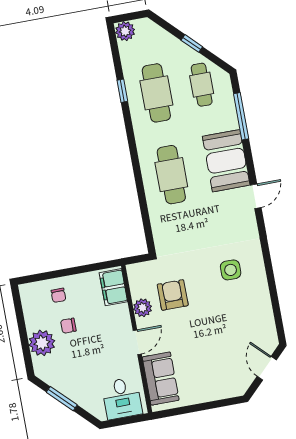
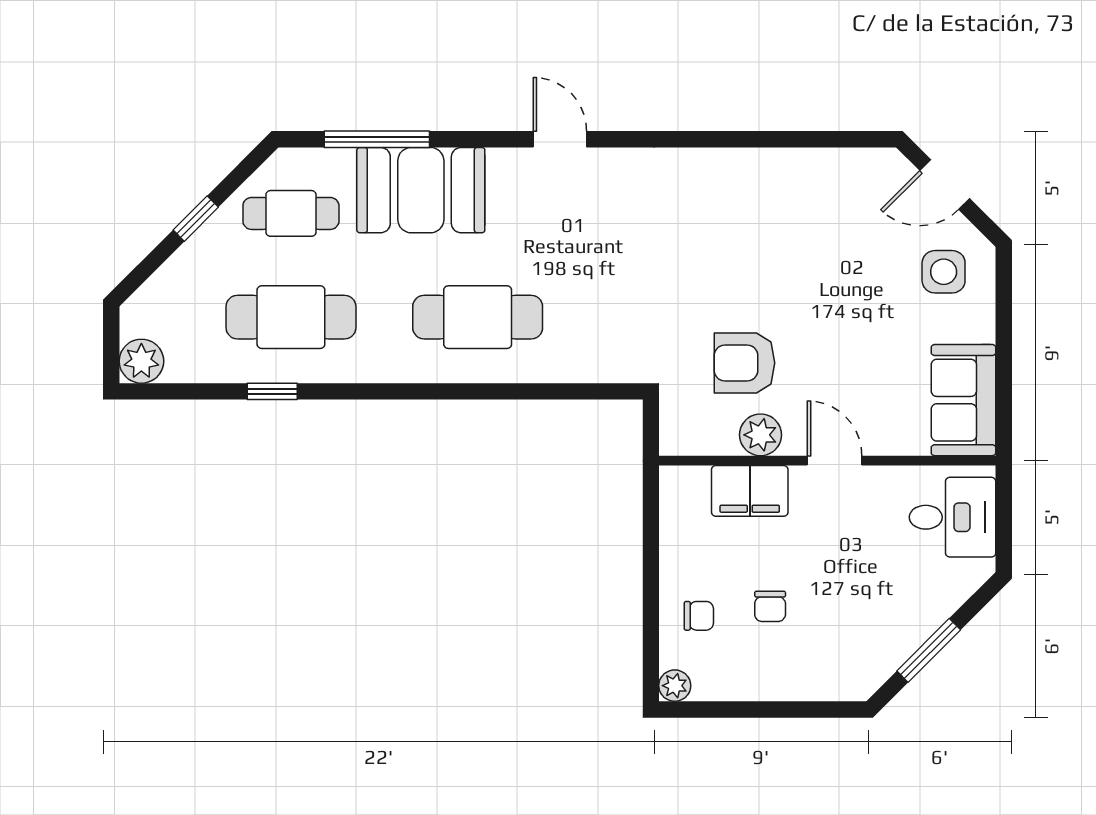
booth: (226, 161) -> (421, 190), moved
side table: (231, 270) -> (944, 272), moved
filing cabinet: (113, 287) -> (750, 491), moved
plant: (42, 343) -> (675, 686), moved, width x0.53, depth x0.53
sofa: (161, 379) -> (963, 400), moved, turned -90

